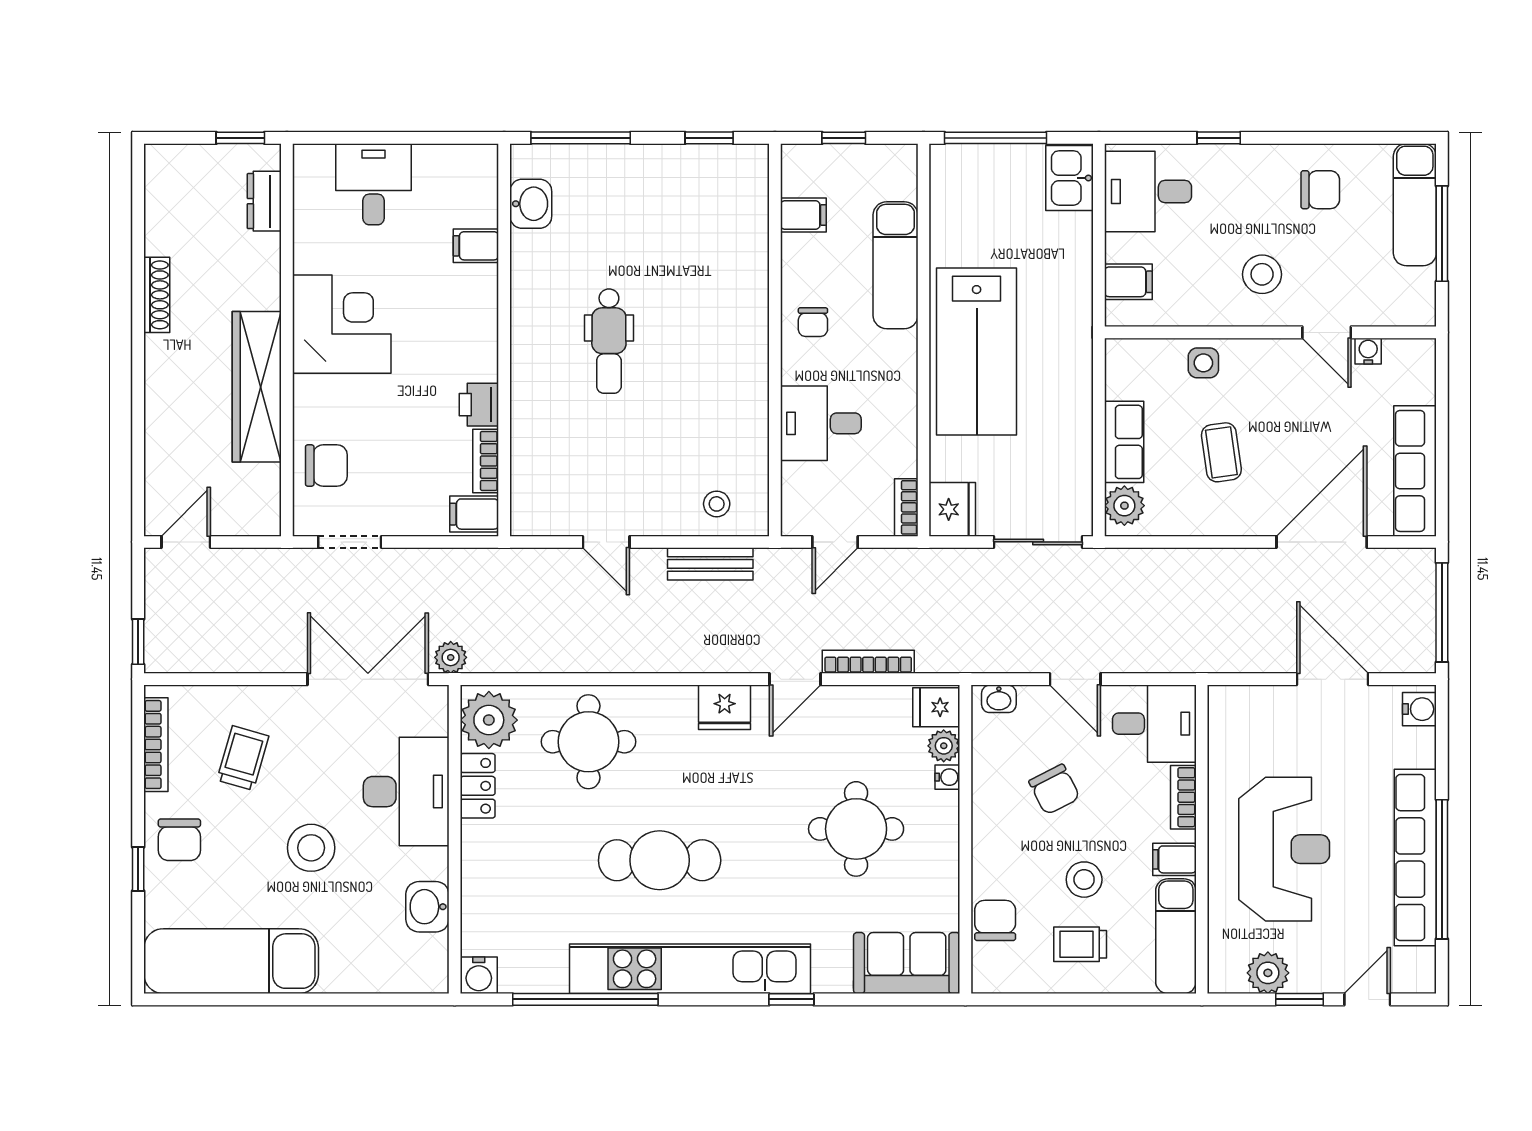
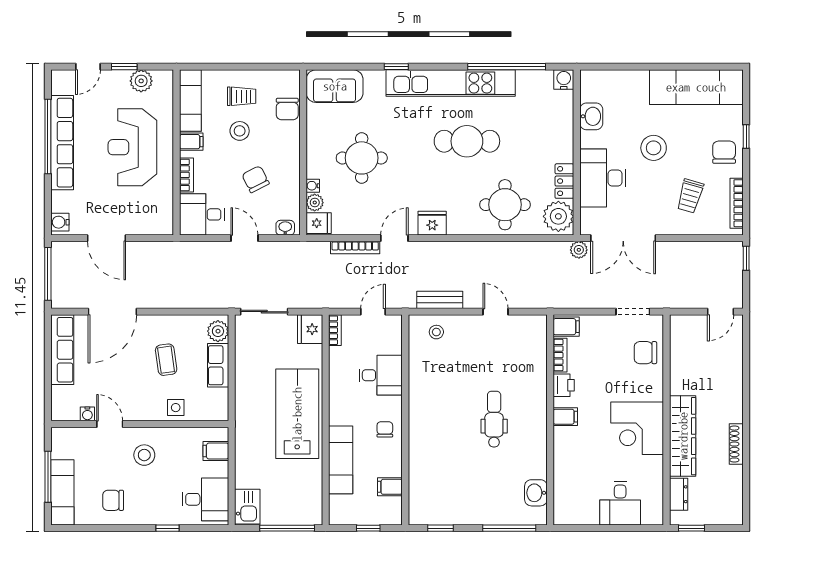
filing cabinet: (476, 246) -> (565, 417), moved
wardrobe: (257, 387) -> (683, 436), moved

